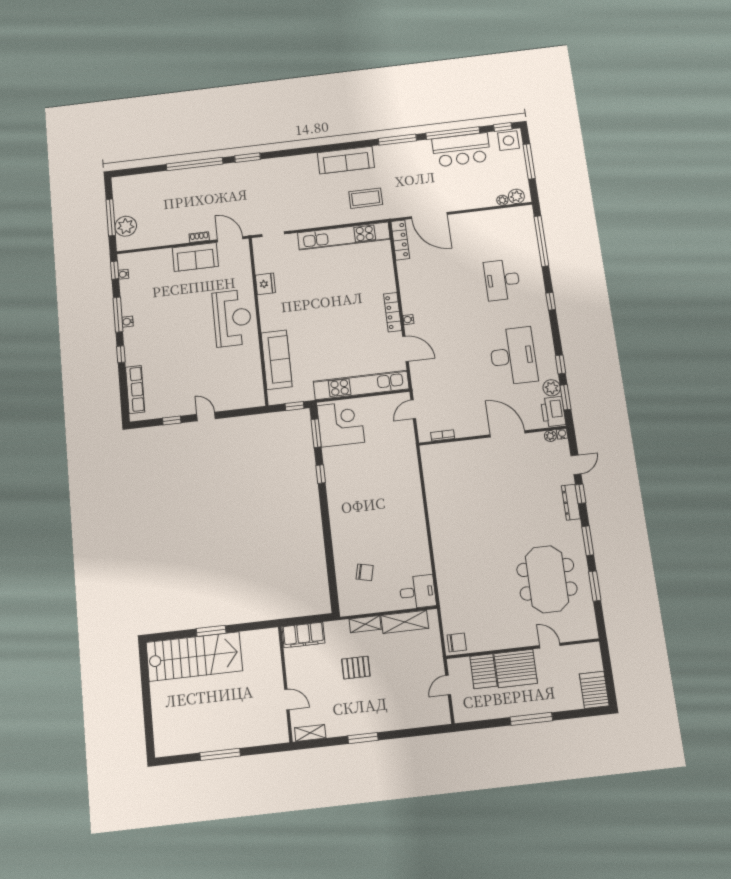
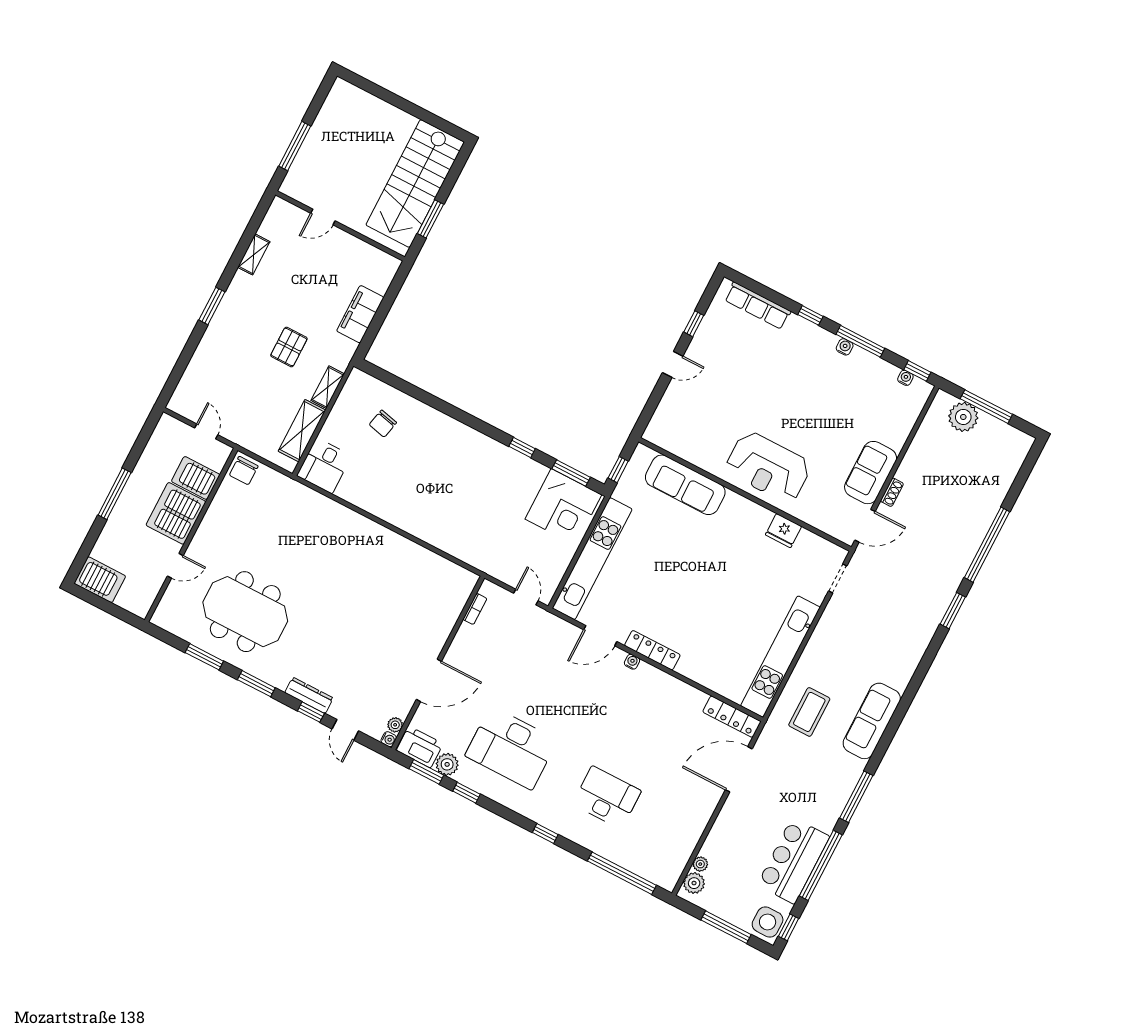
wall: (285, 684) -> (340, 226), moved
door: (287, 699) -> (323, 217), moved

